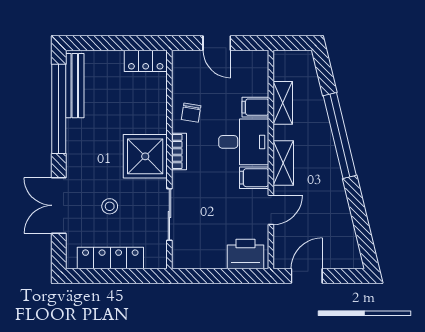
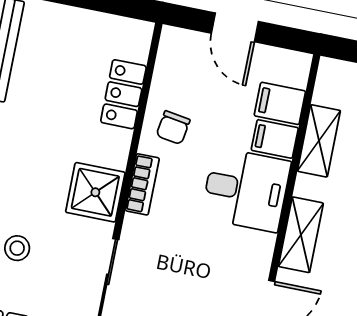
locker: (146, 61) -> (123, 94), moved, turned 90
shower: (145, 156) -> (95, 192), width x0.73, depth x0.73
filing cabinet: (254, 178) -> (280, 103), moved

